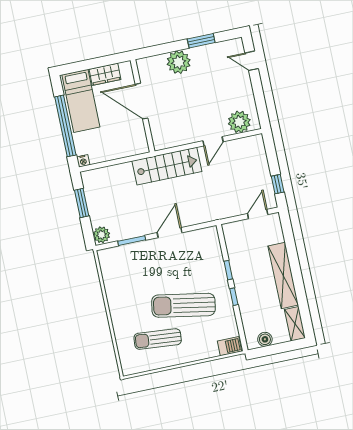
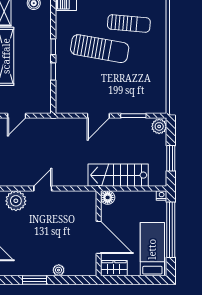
plant: (179, 62) -> (59, 270), width x0.53, depth x0.53
wardrobe: (105, 74) -> (114, 268), moved
floor lamp: (141, 146) -> (108, 197), added
stairs: (167, 166) -> (118, 175), moved

